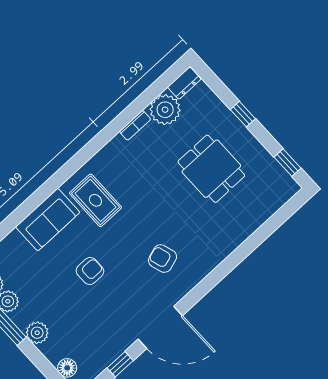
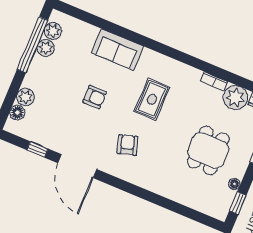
floor lamp: (264, 156) -> (234, 184), added
rug: (95, 200) -> (152, 99), moved
plant: (37, 333) -> (25, 97), moved

